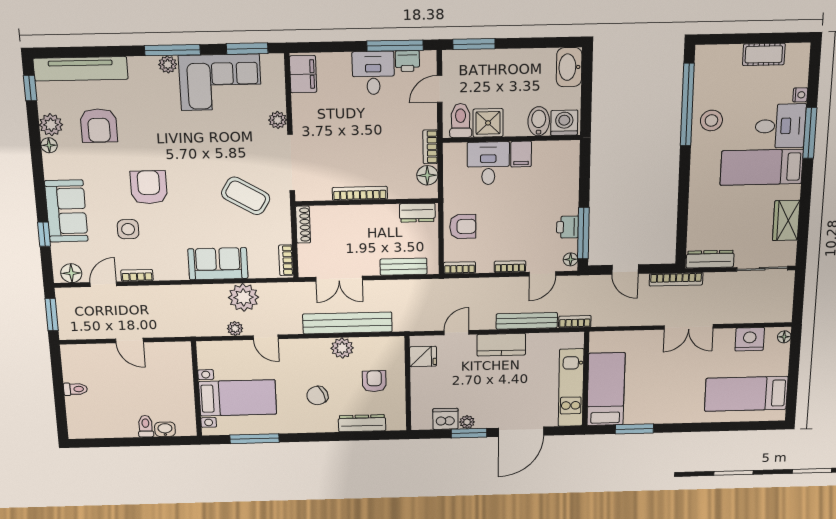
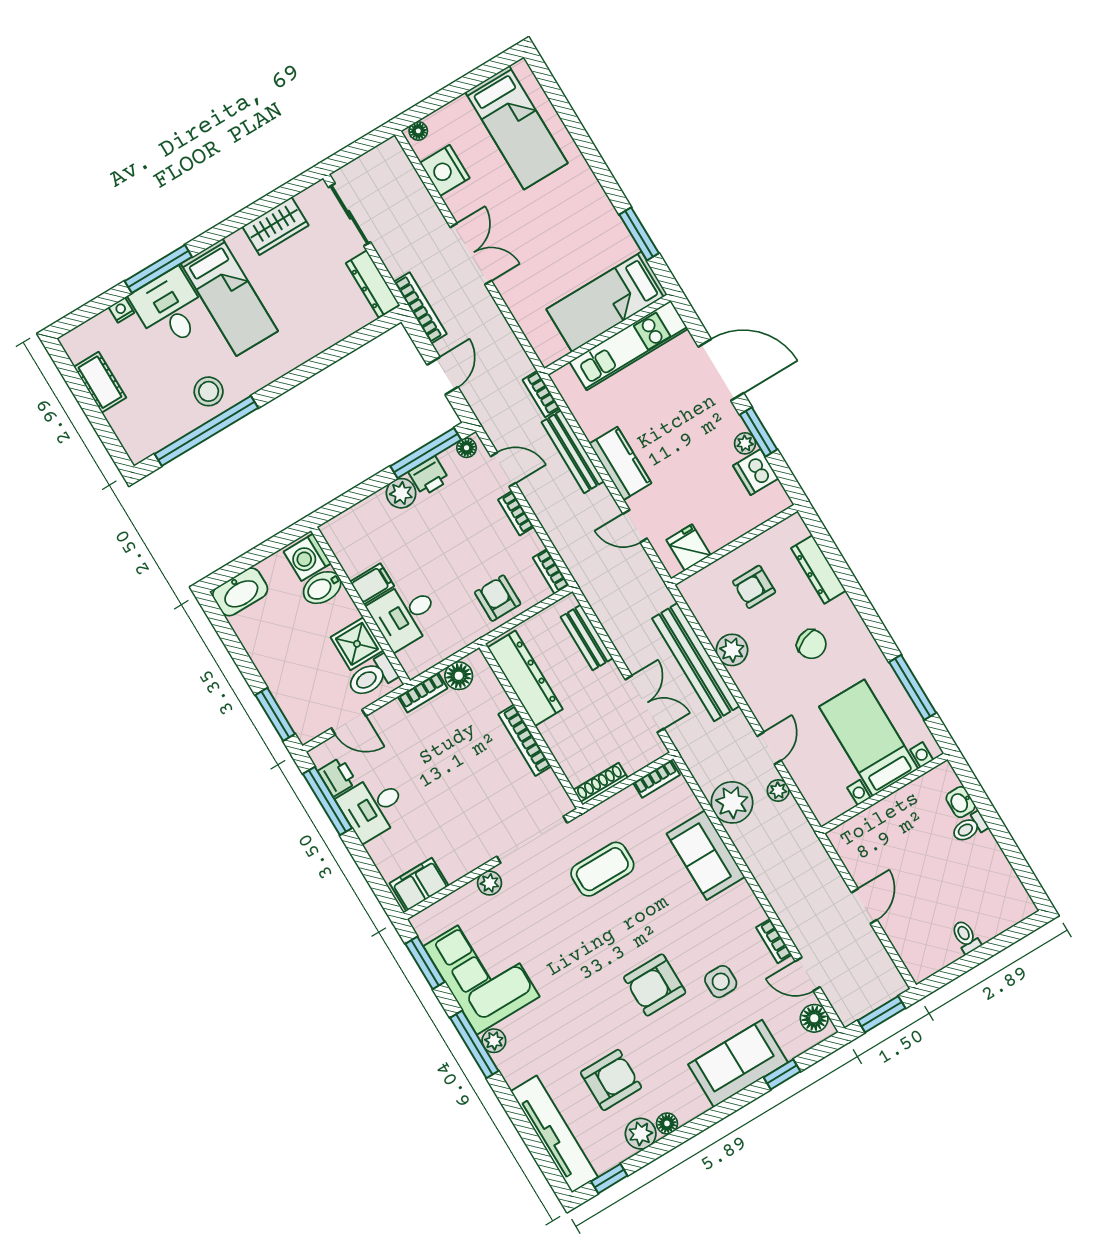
coffee table: (246, 196) -> (602, 869), turned 59
plant: (568, 204) -> (401, 493), added
dresser: (417, 213) -> (525, 678), width x1.96, depth x1.24

